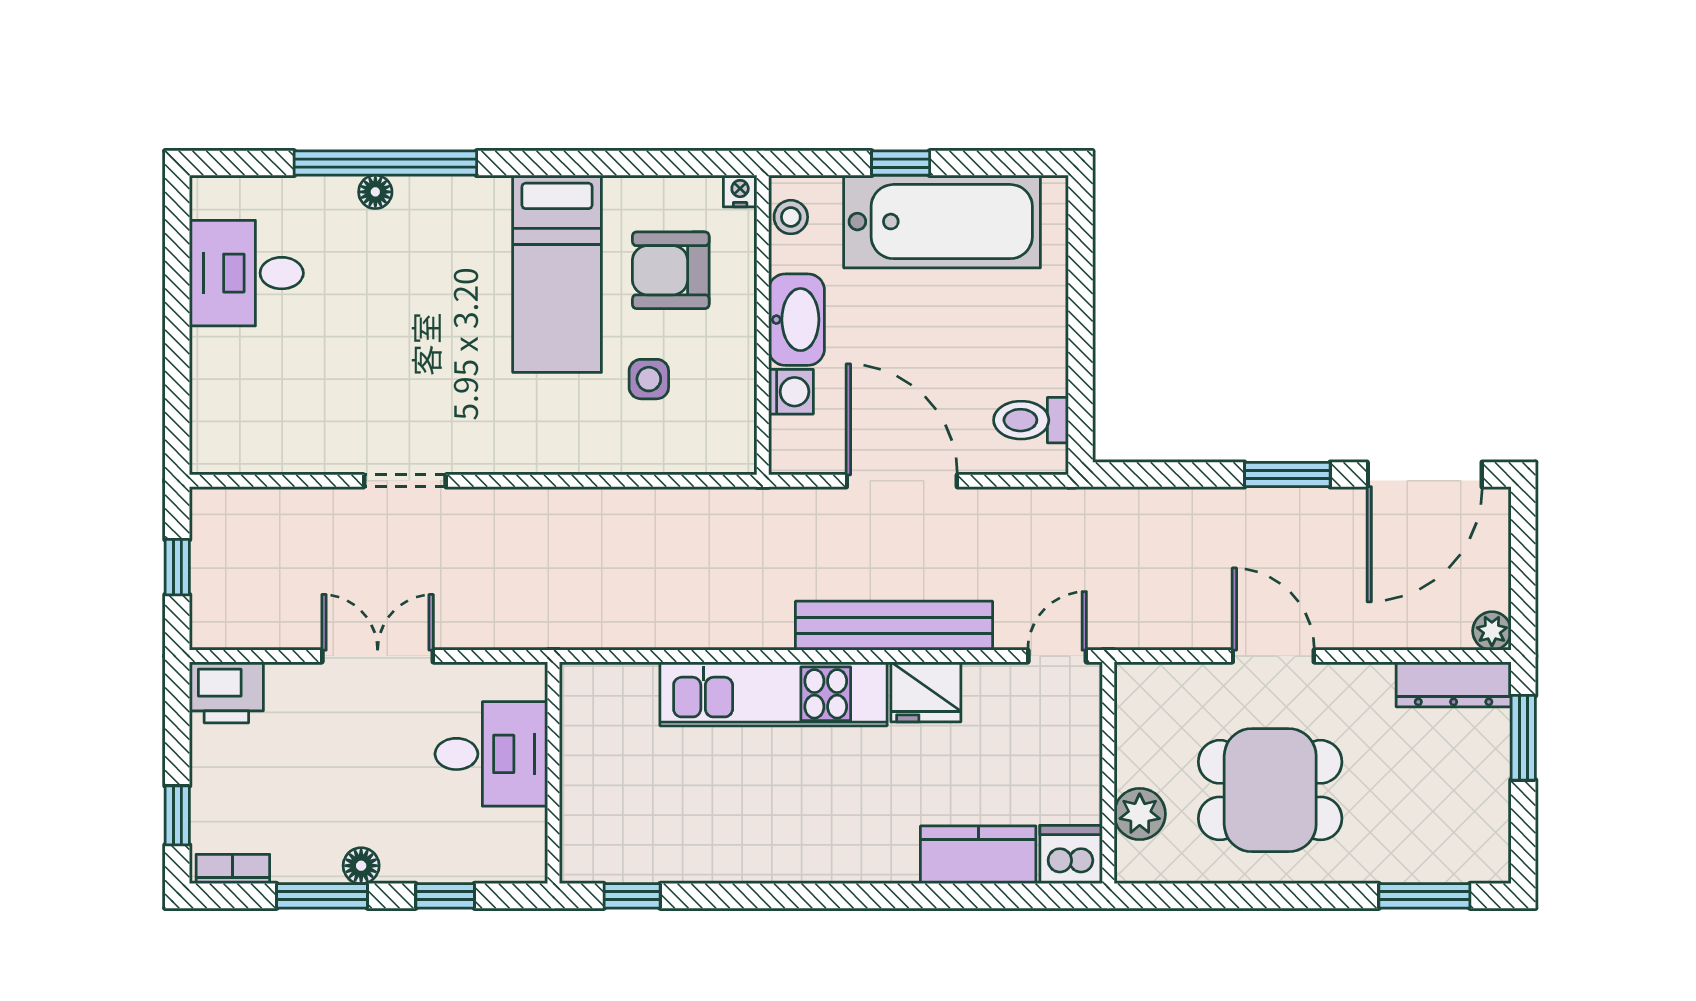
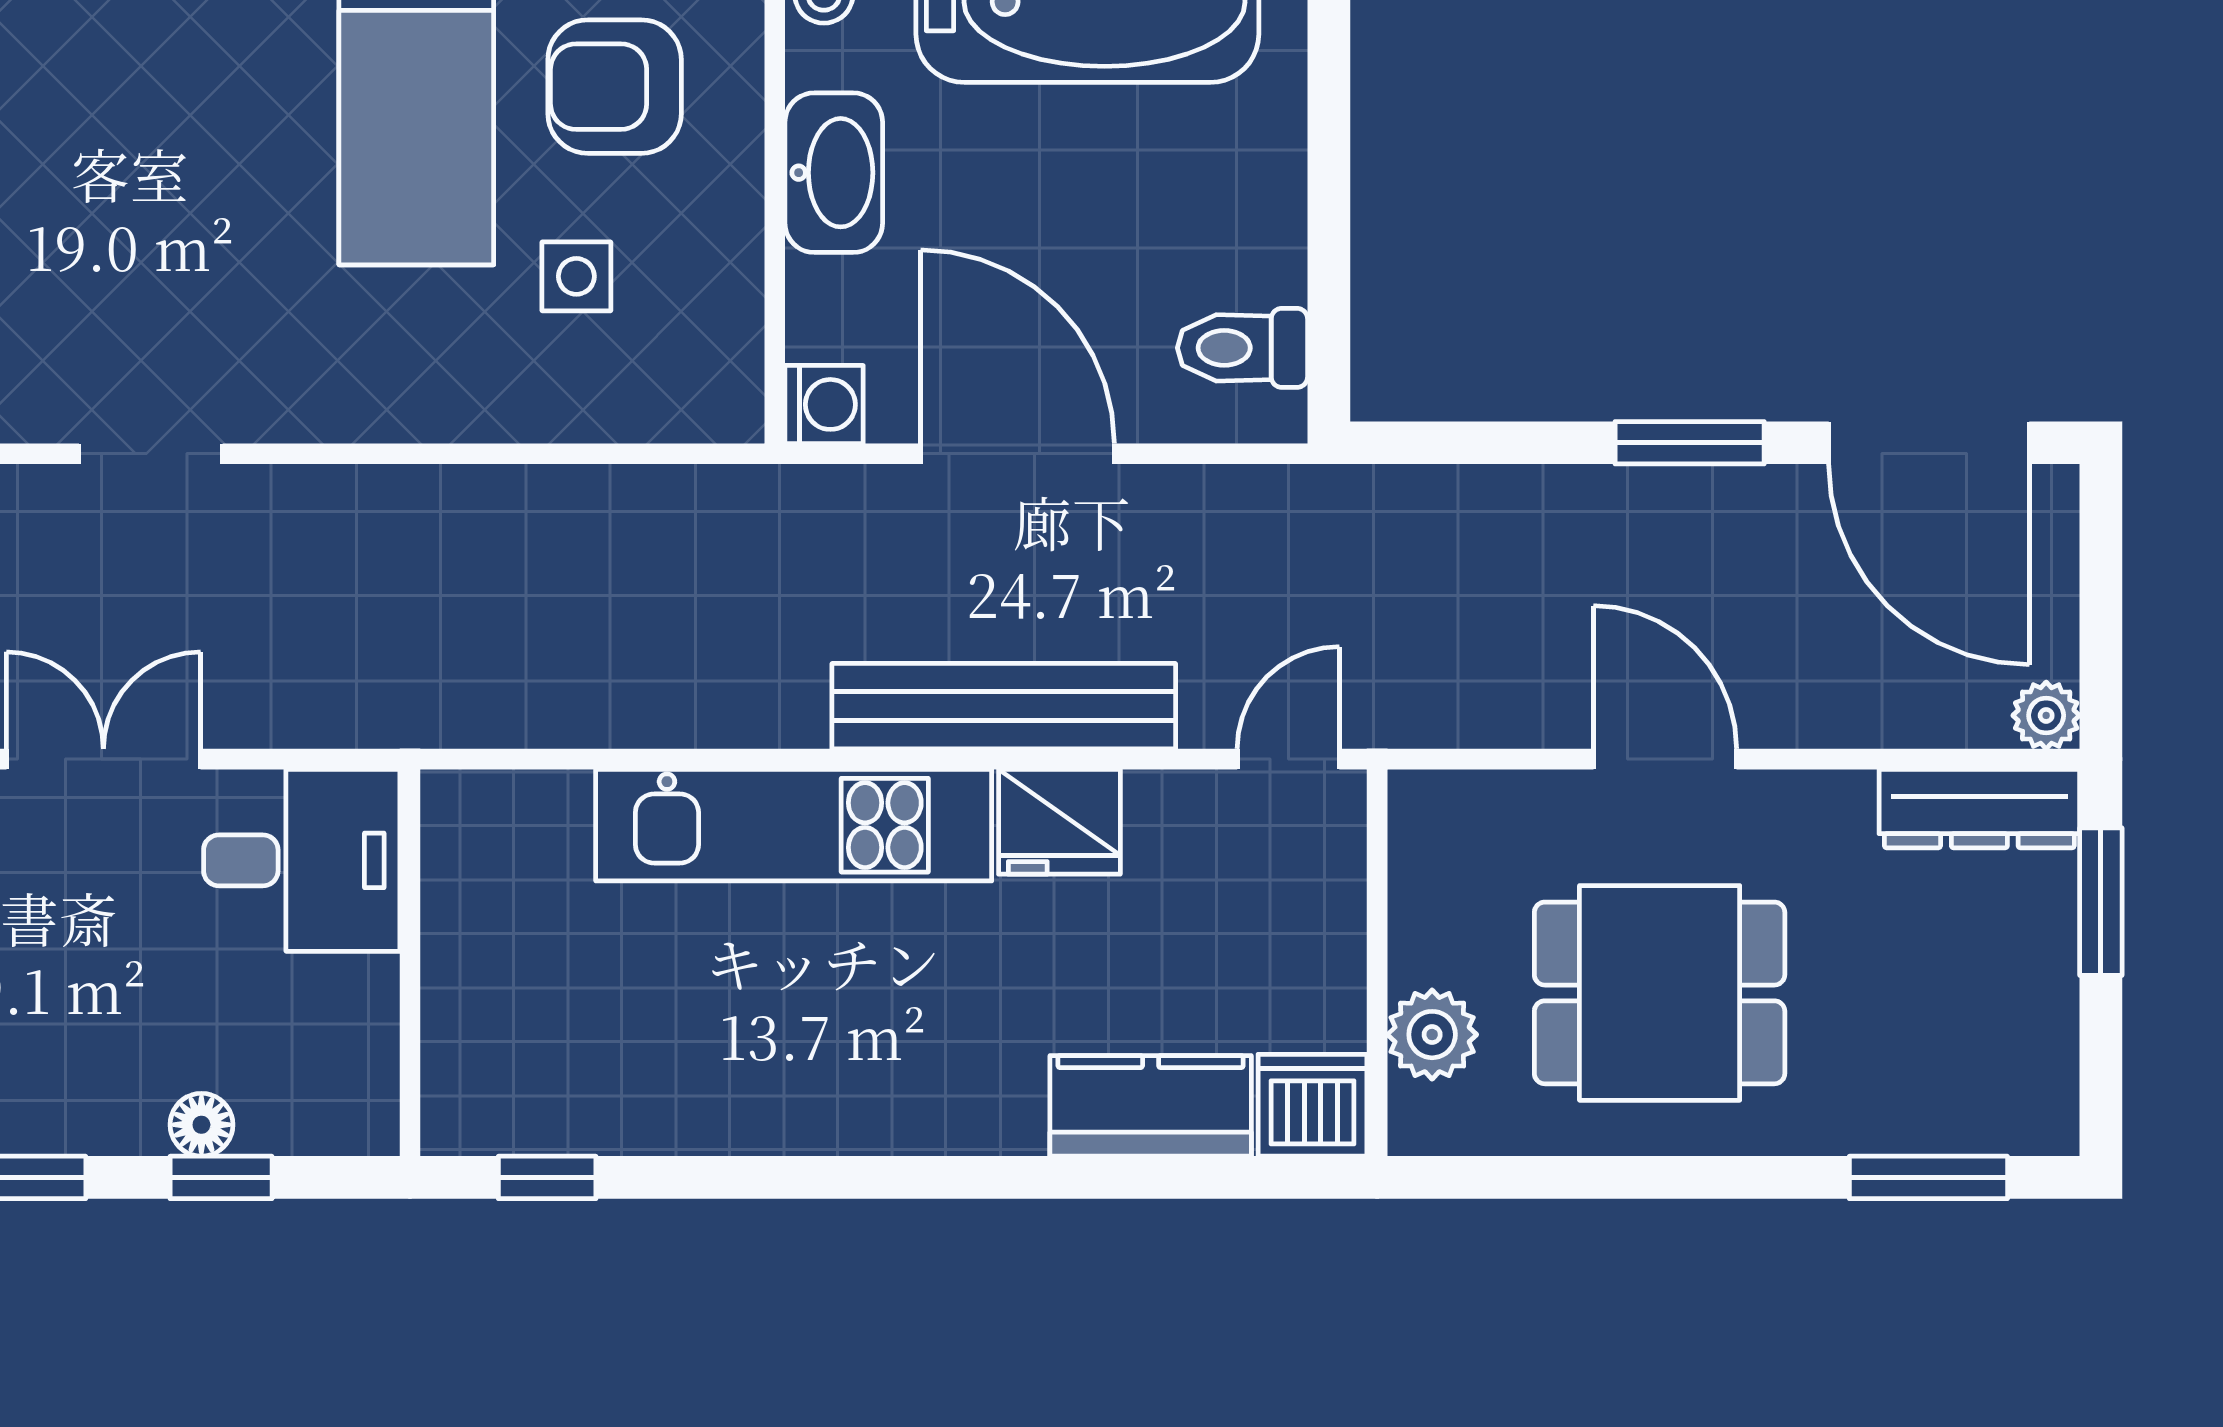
washing machine: (791, 392) -> (824, 404), moved
door: (1425, 474) -> (1929, 443), hinge flipped
desk: (491, 754) -> (302, 860), moved
floor lamp: (361, 866) -> (201, 1125), moved

